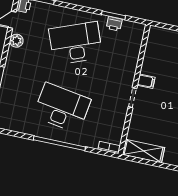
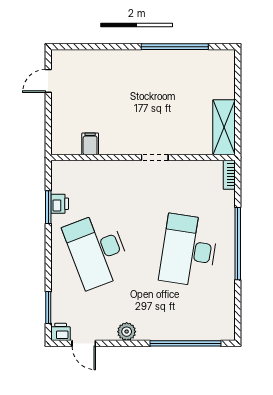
plant: (16, 41) -> (127, 332), moved
filing cabinet: (146, 81) -> (90, 144), moved

